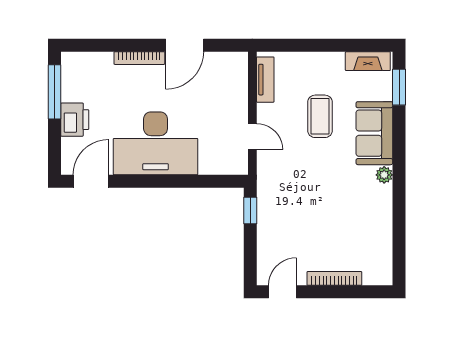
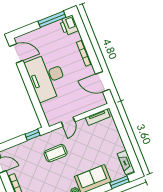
door: (185, 45) -> (103, 82), moved
coffee table: (320, 116) -> (56, 153), moved
printer: (75, 120) -> (69, 25), moved, turned 90

